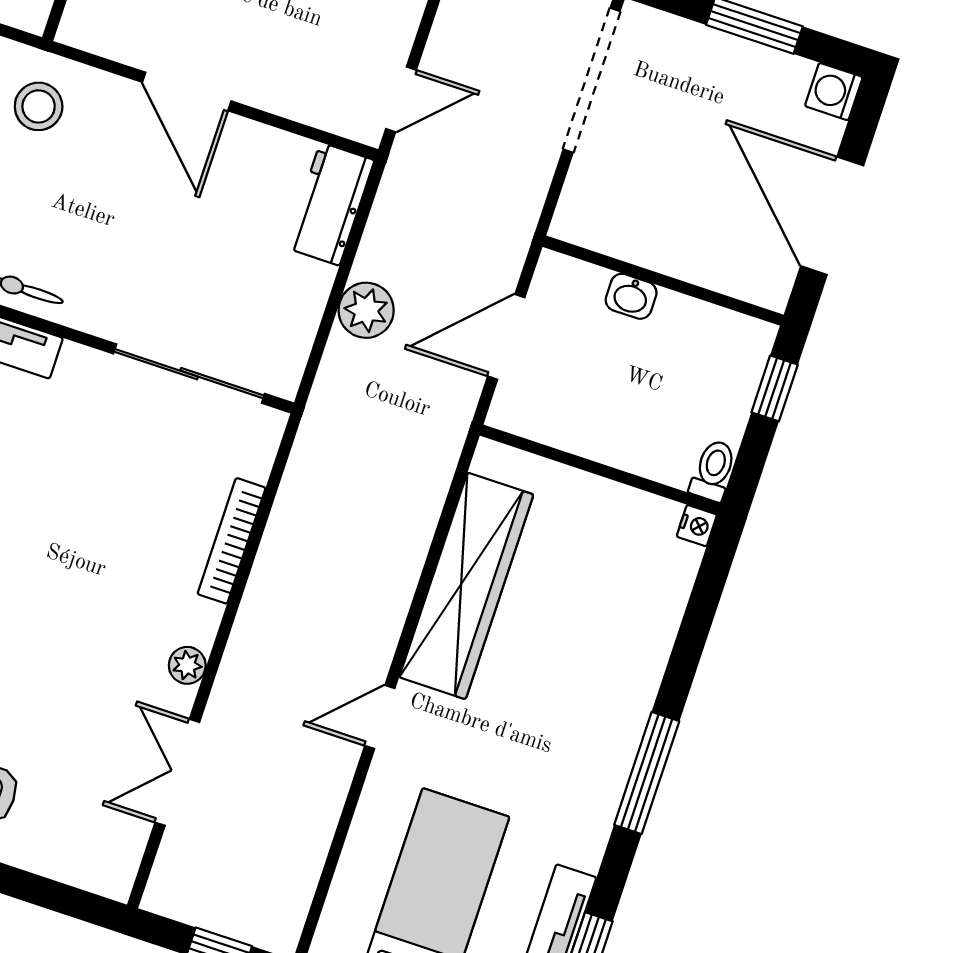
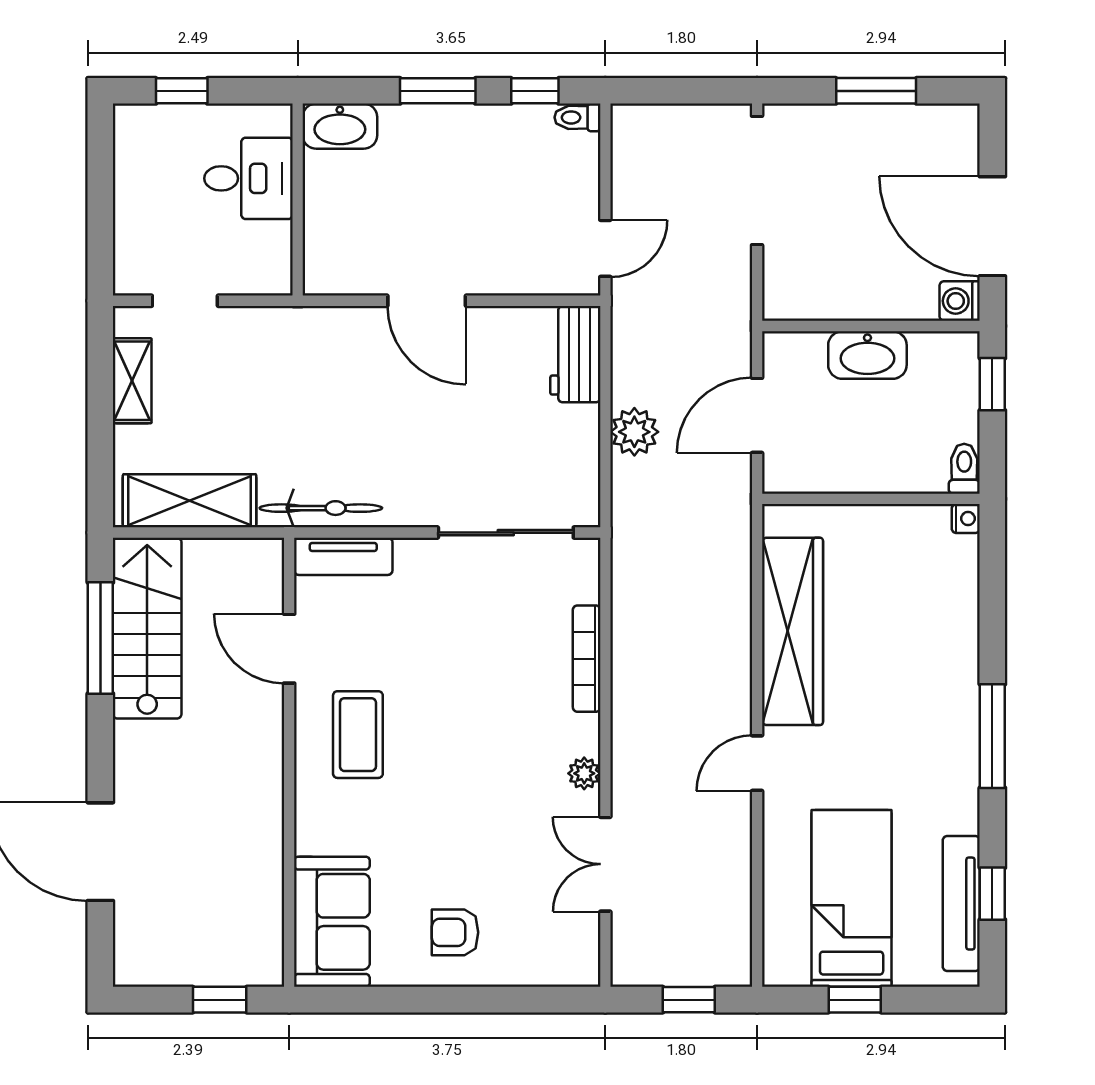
washing machine: (834, 92) -> (960, 301), moved
stool: (39, 106) -> (309, 354), removed
washbasin: (631, 296) -> (867, 355), width x1.91, depth x1.45

